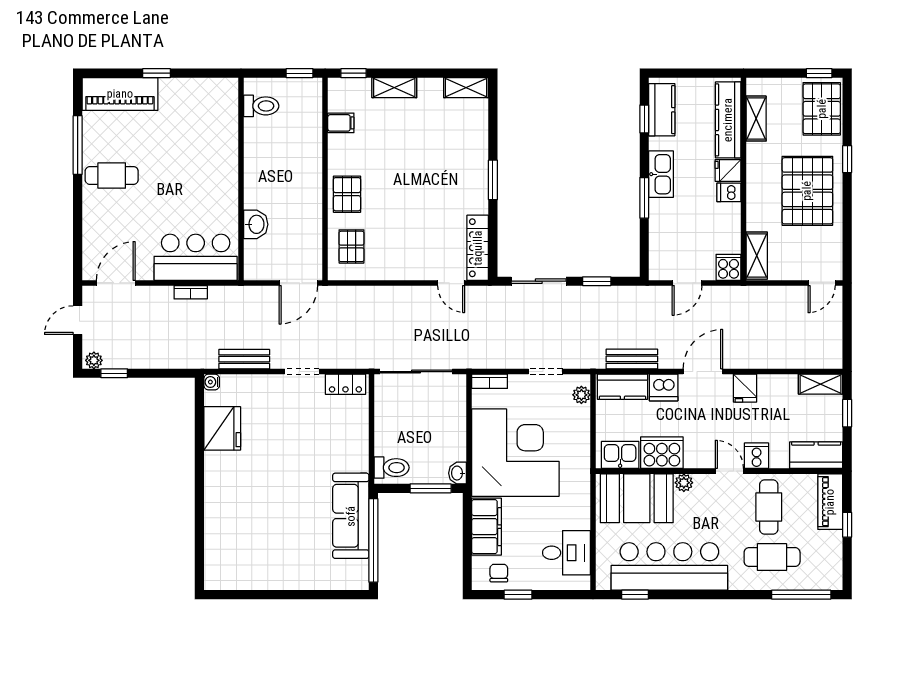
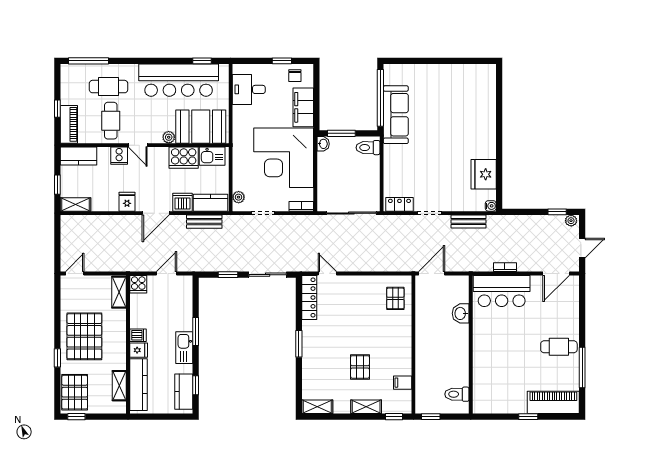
pallet: (347, 194) -> (360, 367), moved

